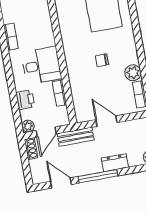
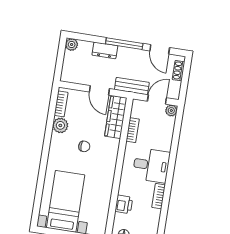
desk: (41, 65) -> (151, 165), moved, turned 180
printer: (25, 100) -> (124, 204), moved, turned 180
wardrobe: (81, 100) -> (116, 117), added
shoe rack: (31, 149) -> (179, 71), moved

